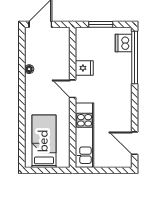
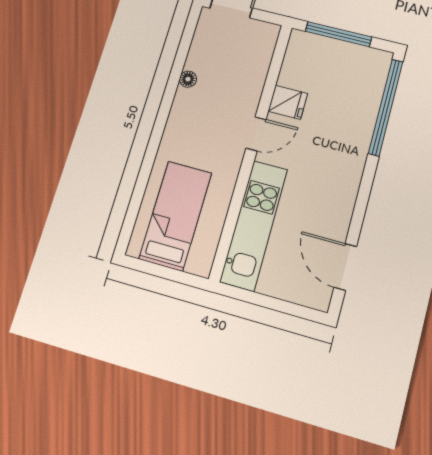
window: (101, 24) -> (338, 34), width x1.44
dishwasher: (124, 43) -> (372, 77), removed
door: (73, 89) -> (256, 134), swing flipped

